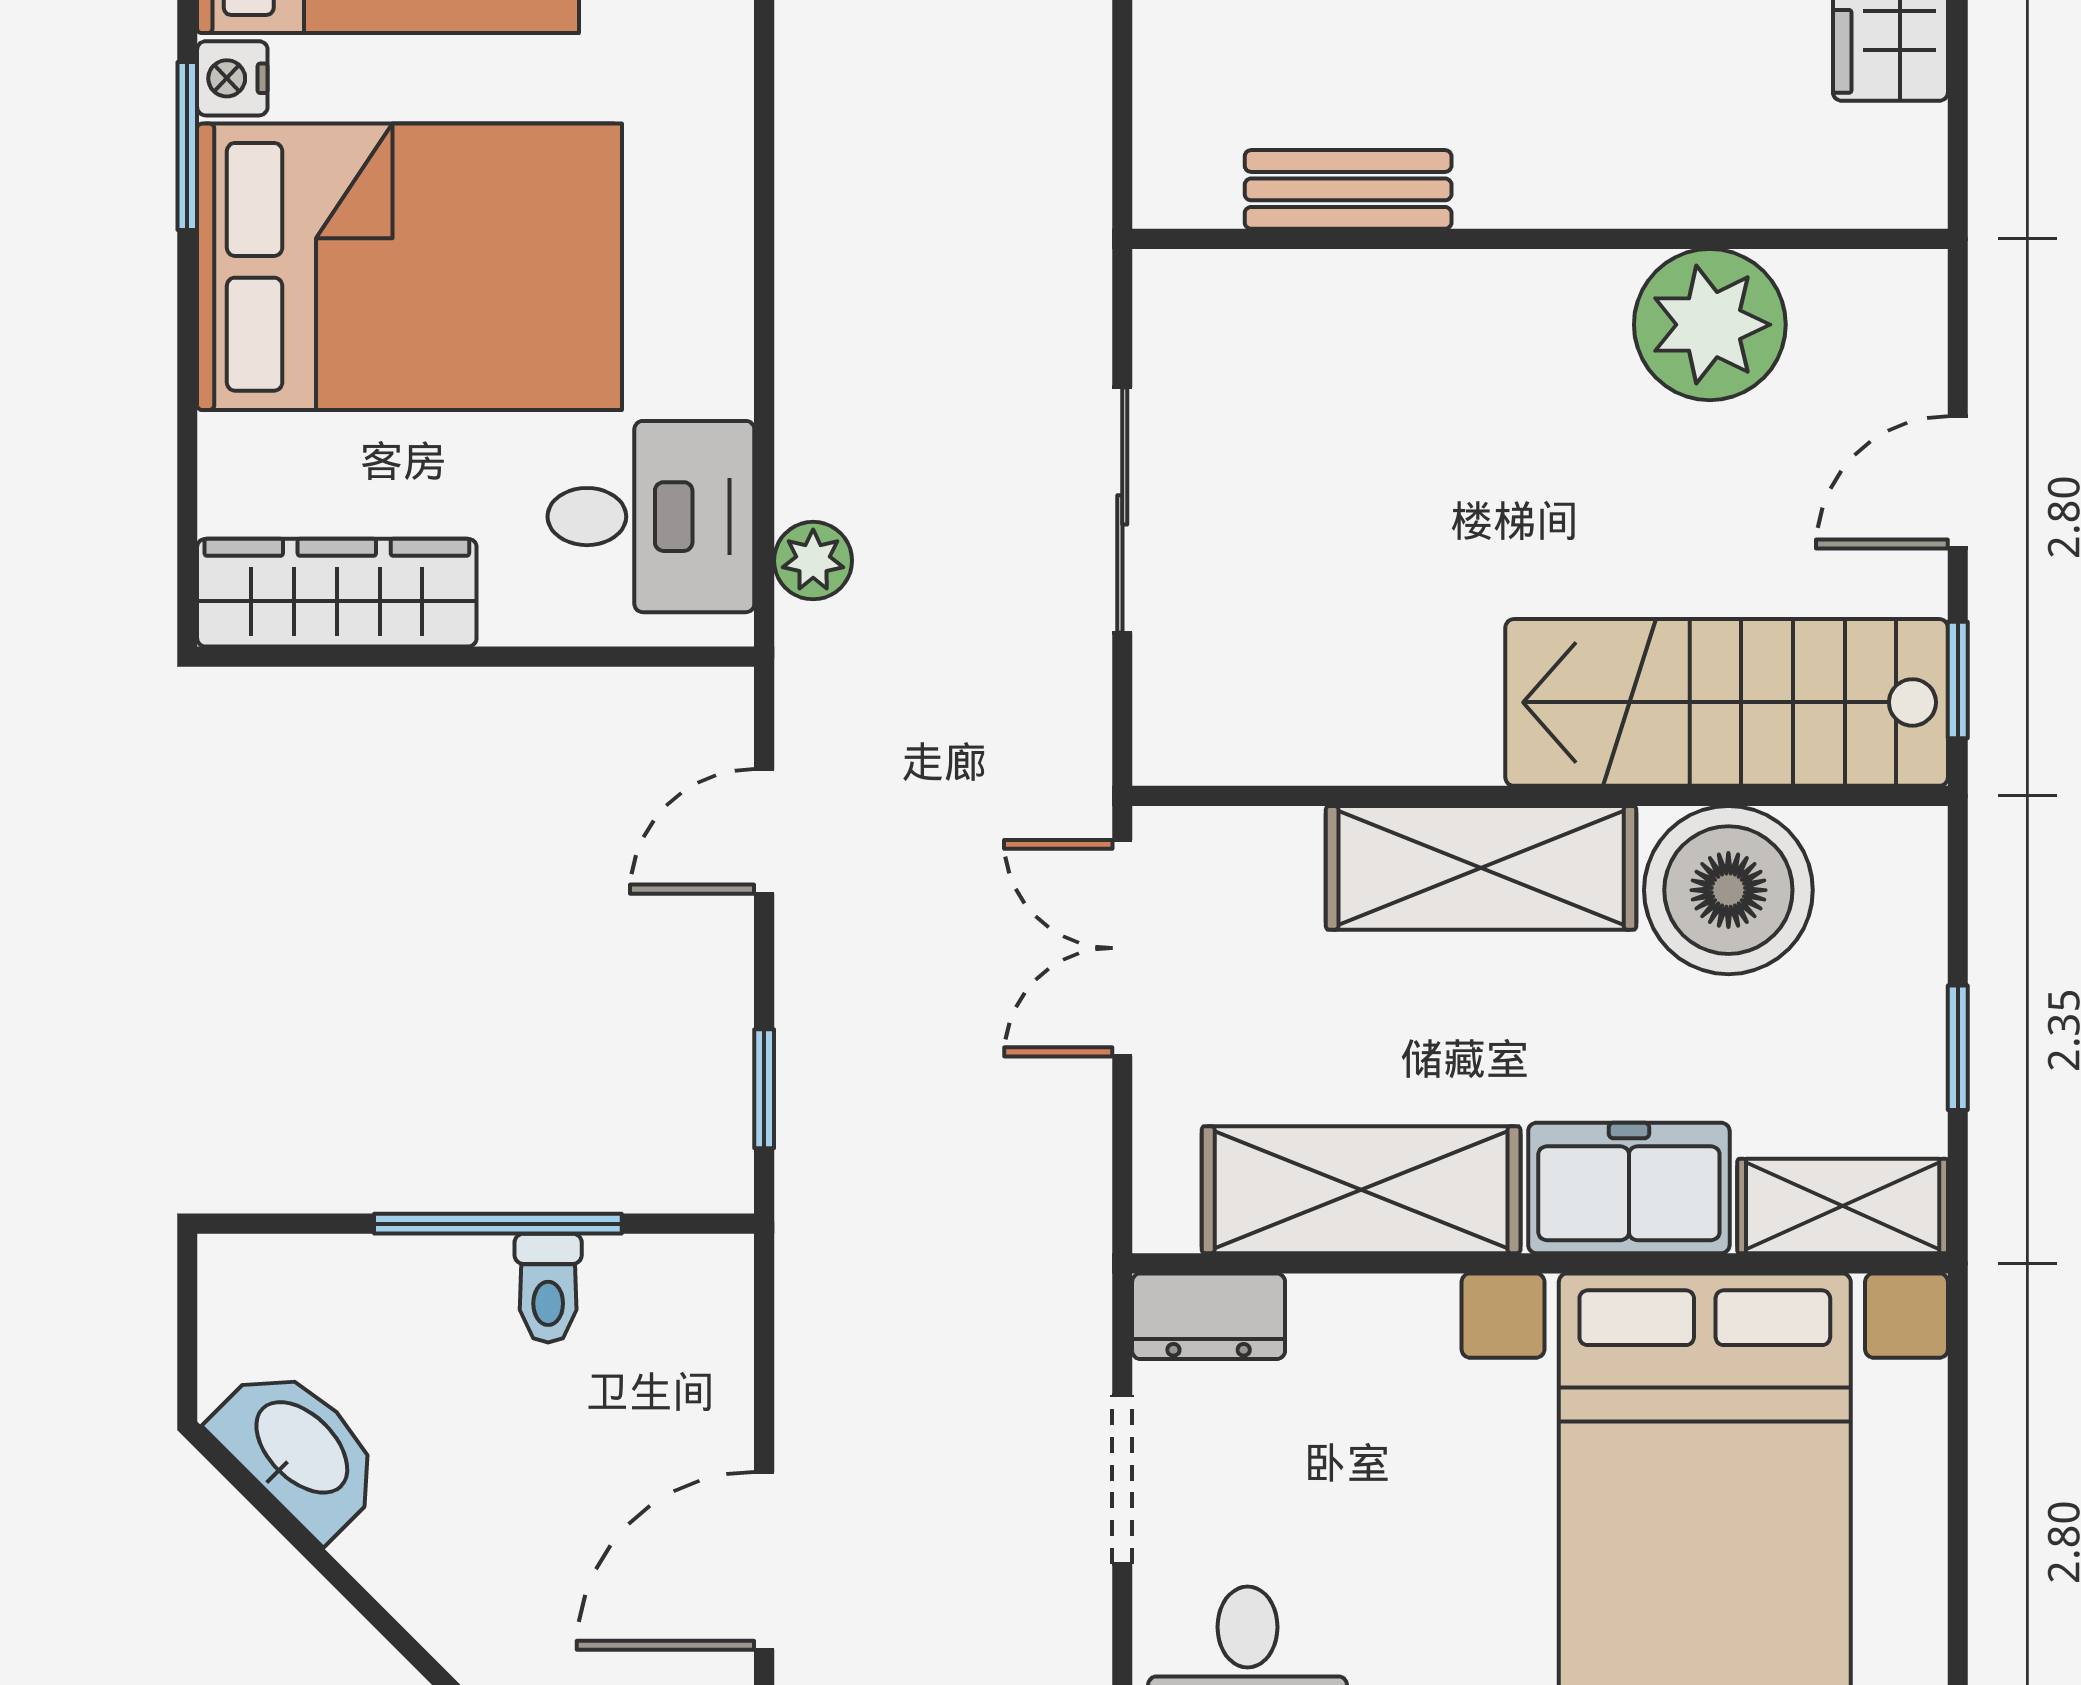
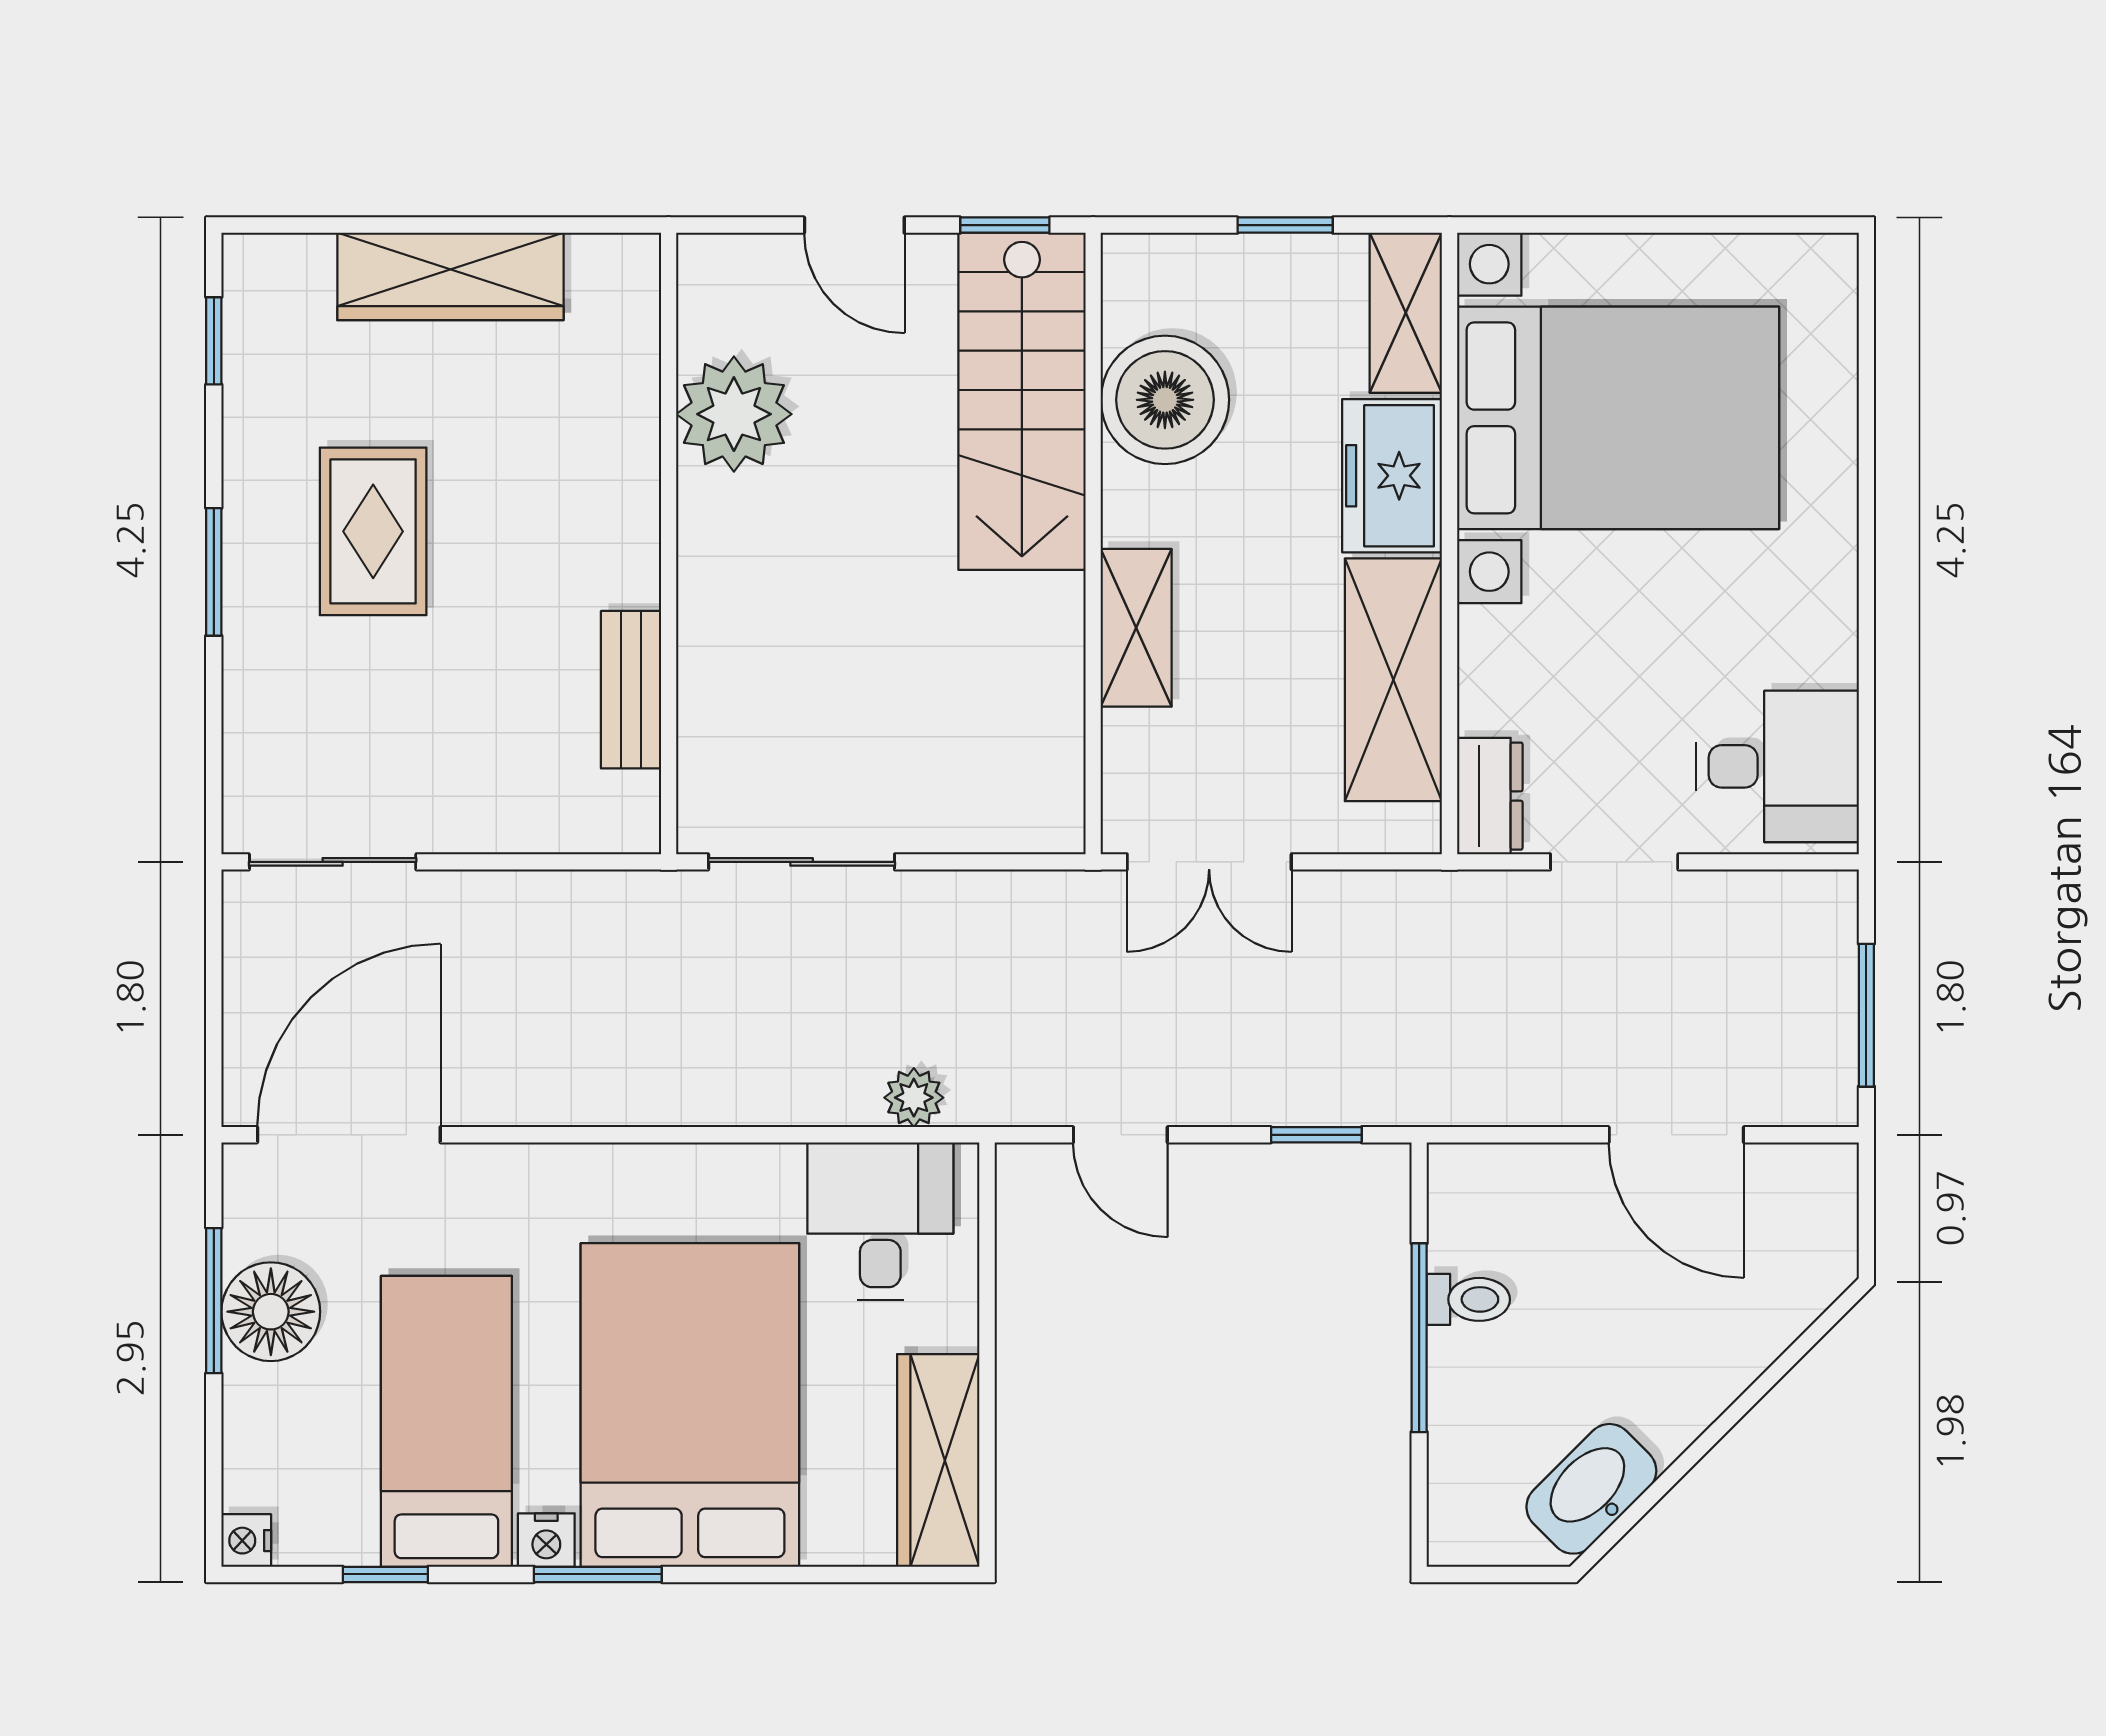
sliding door: (1122, 510) -> (802, 862), moved
shelving: (1481, 868) -> (1136, 628), width x0.67, depth x0.75

